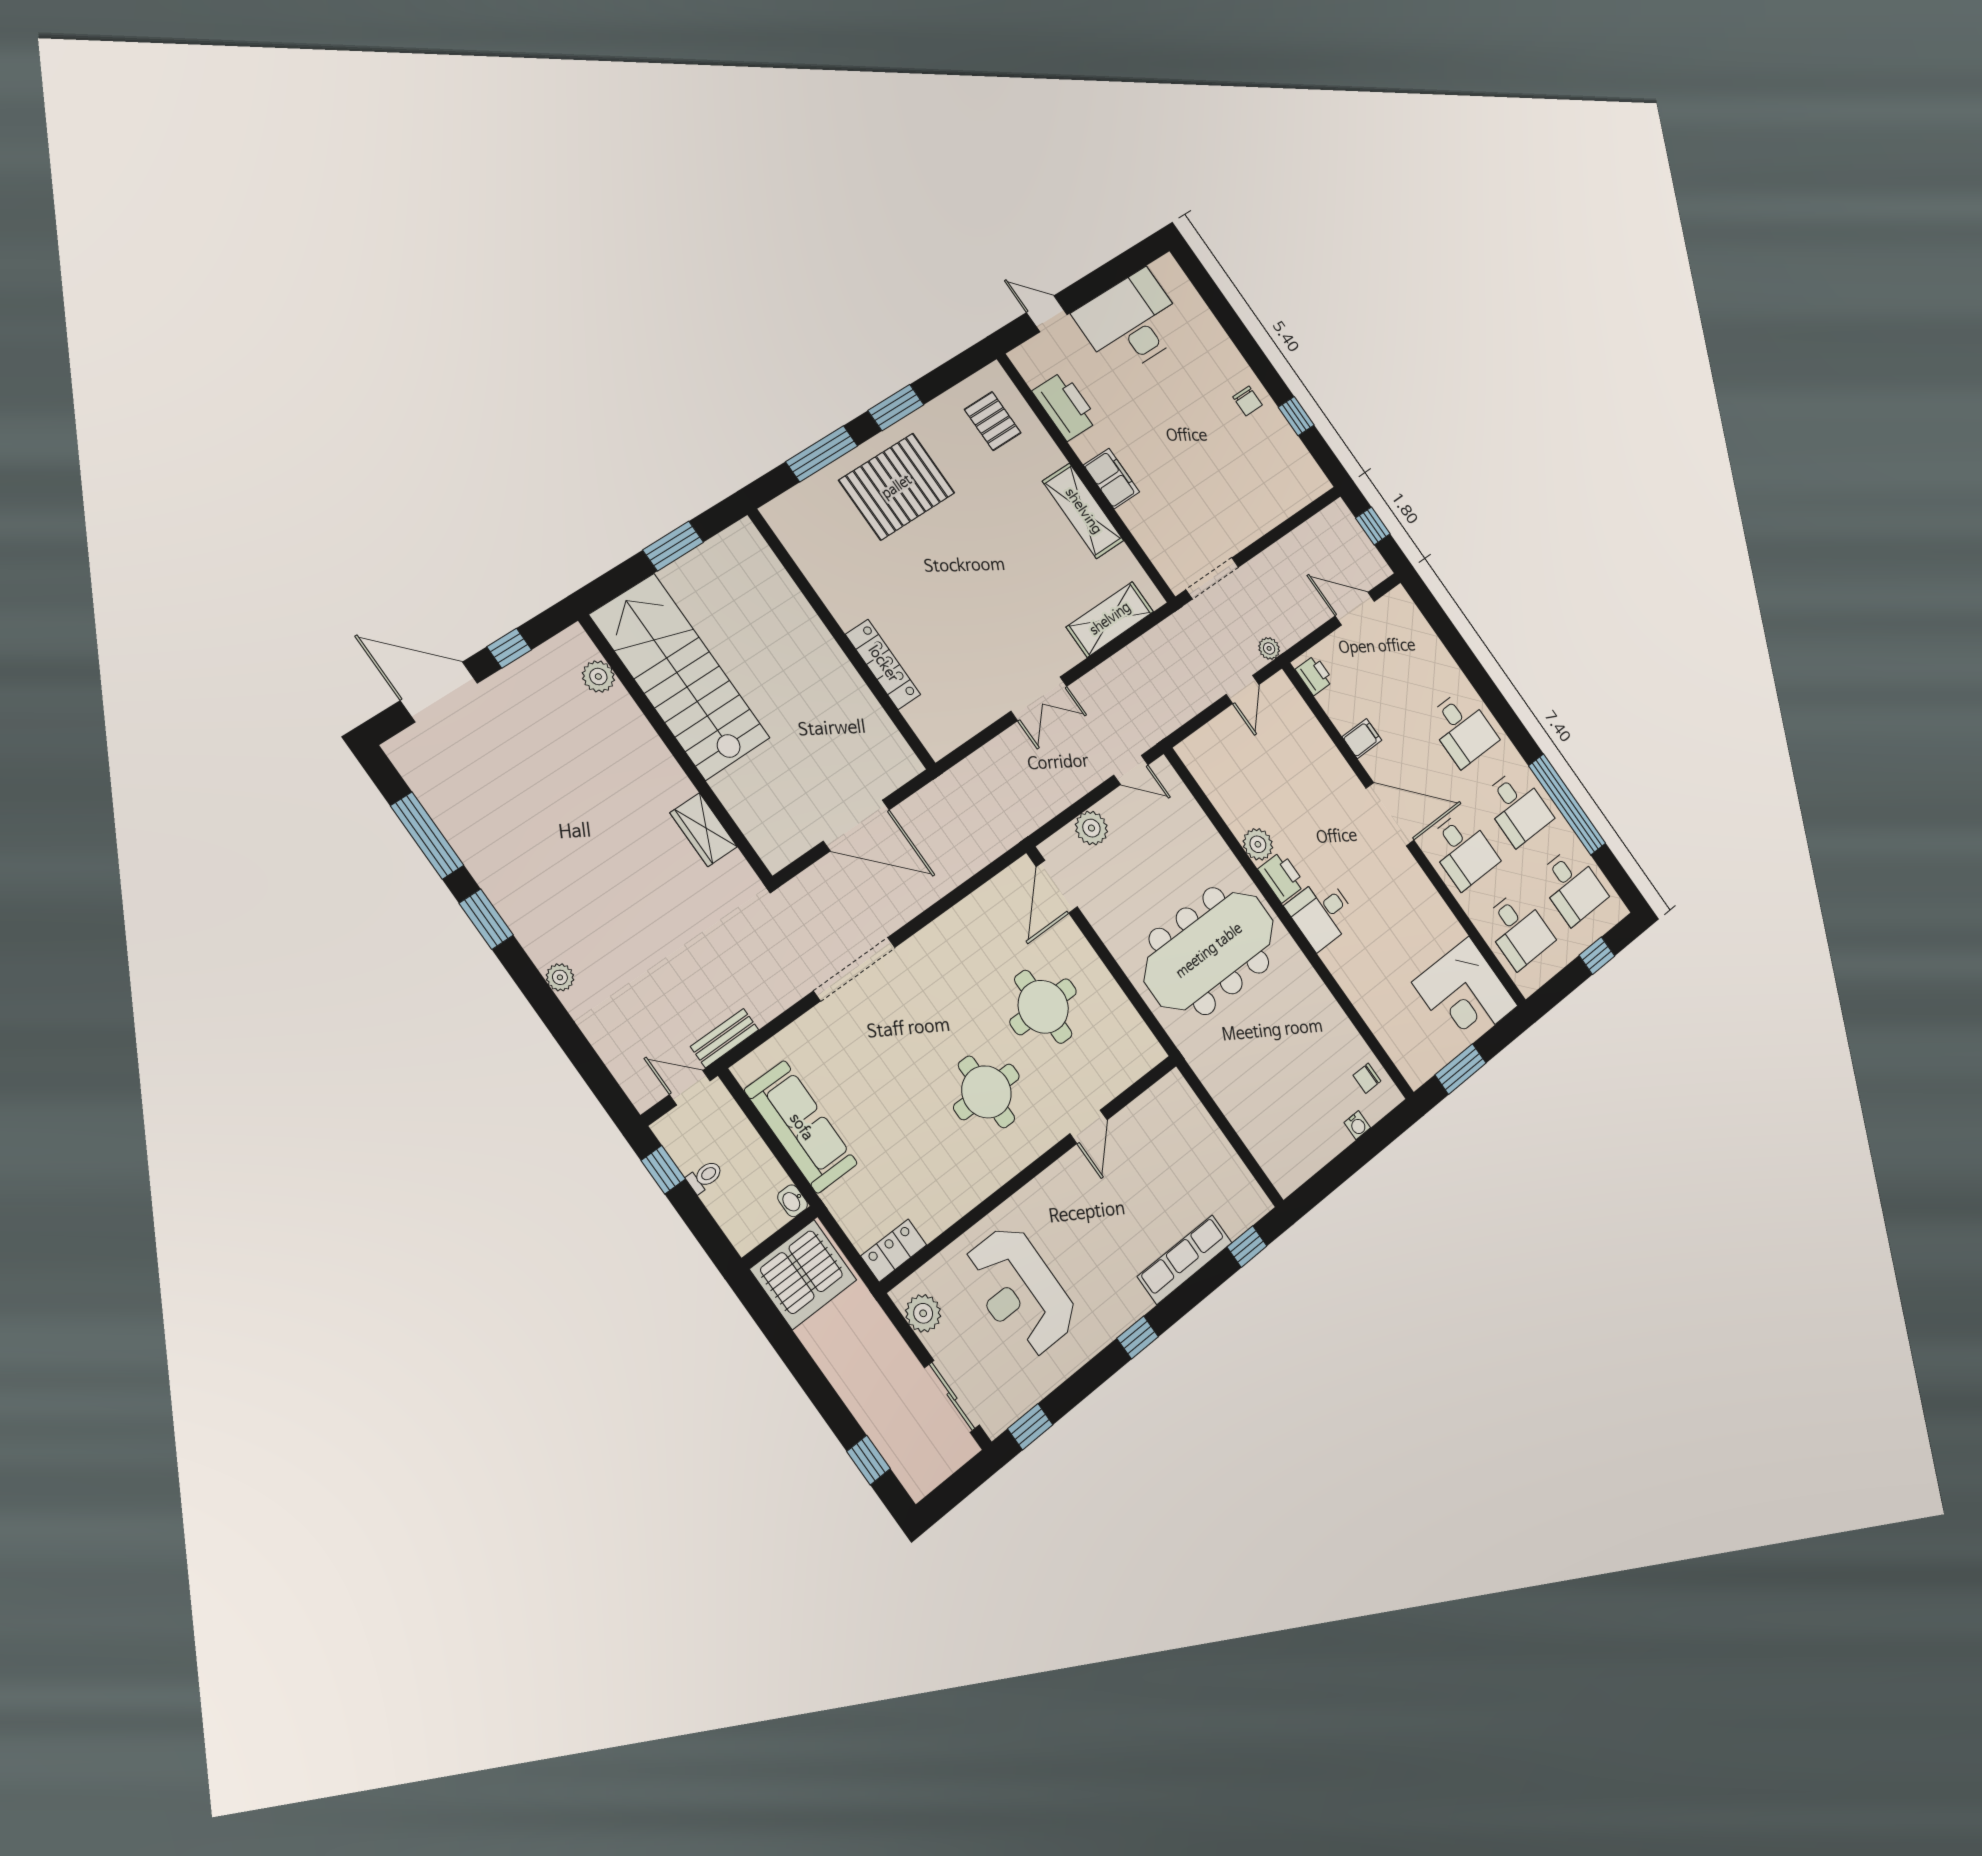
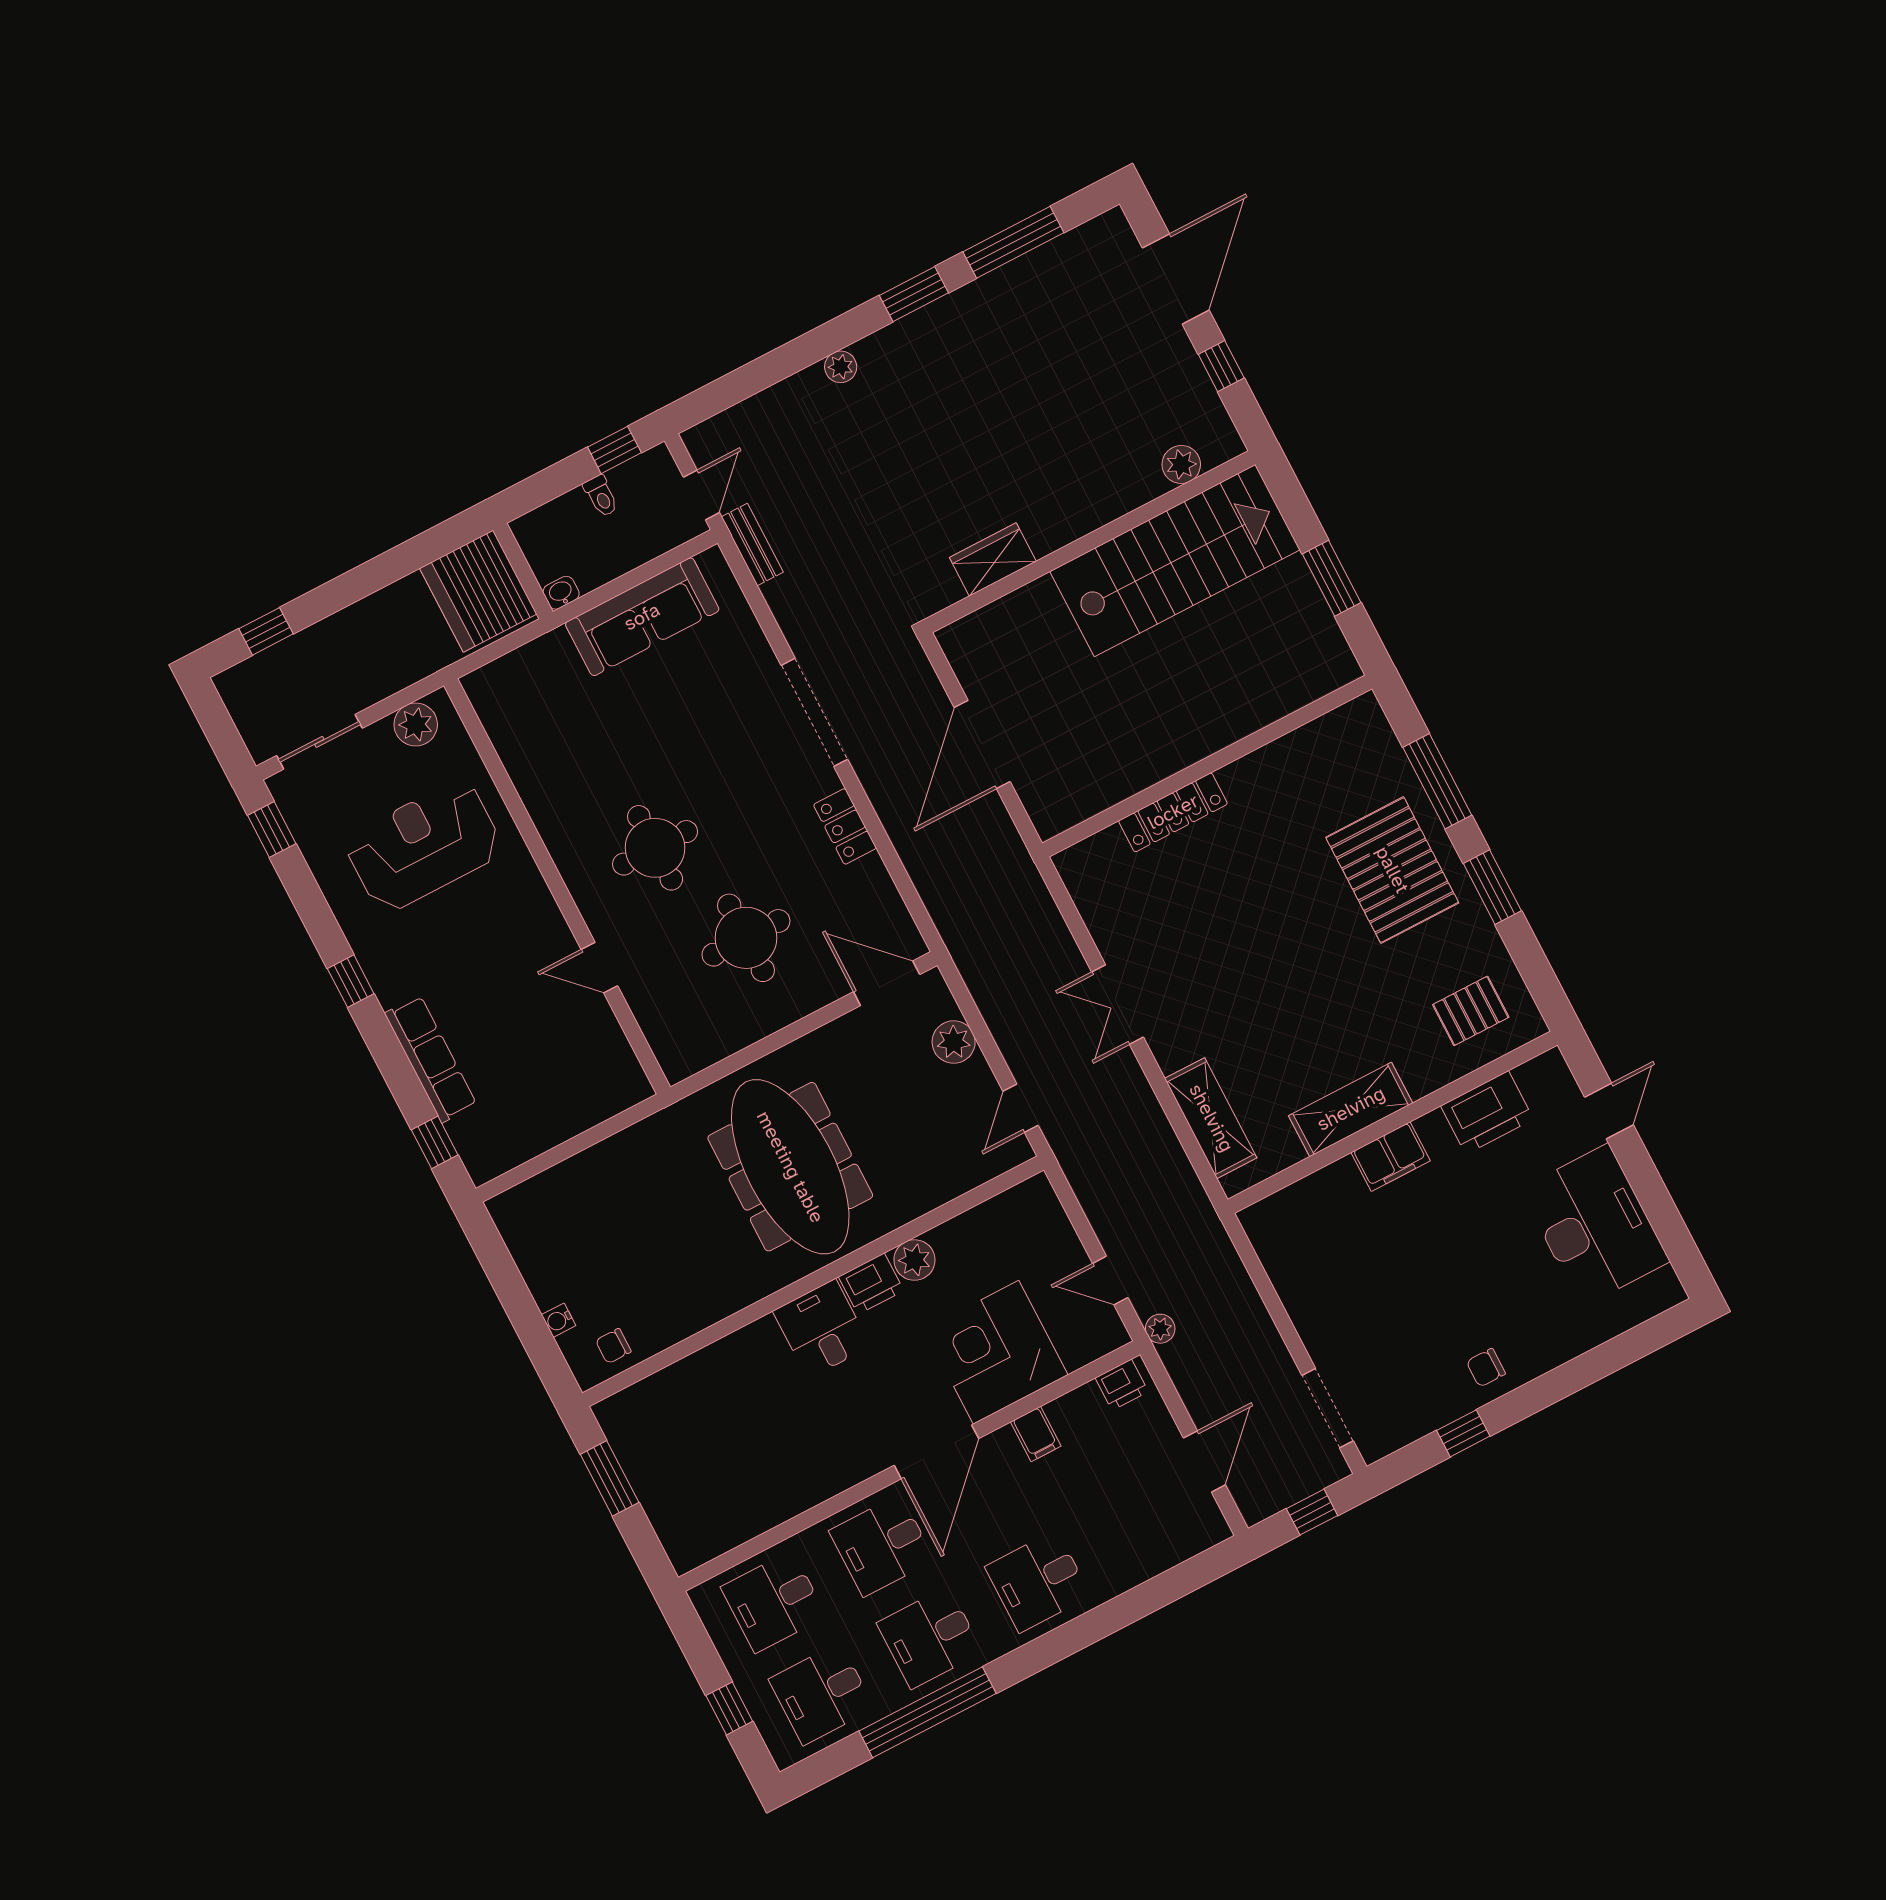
doorway: (1212, 578) -> (1328, 1408), moved
corner desk: (1465, 994) -> (996, 1352), moved
chair: (1367, 1078) -> (613, 1346), turned -90
locker: (894, 1250) -> (845, 826), moved, turned 180

